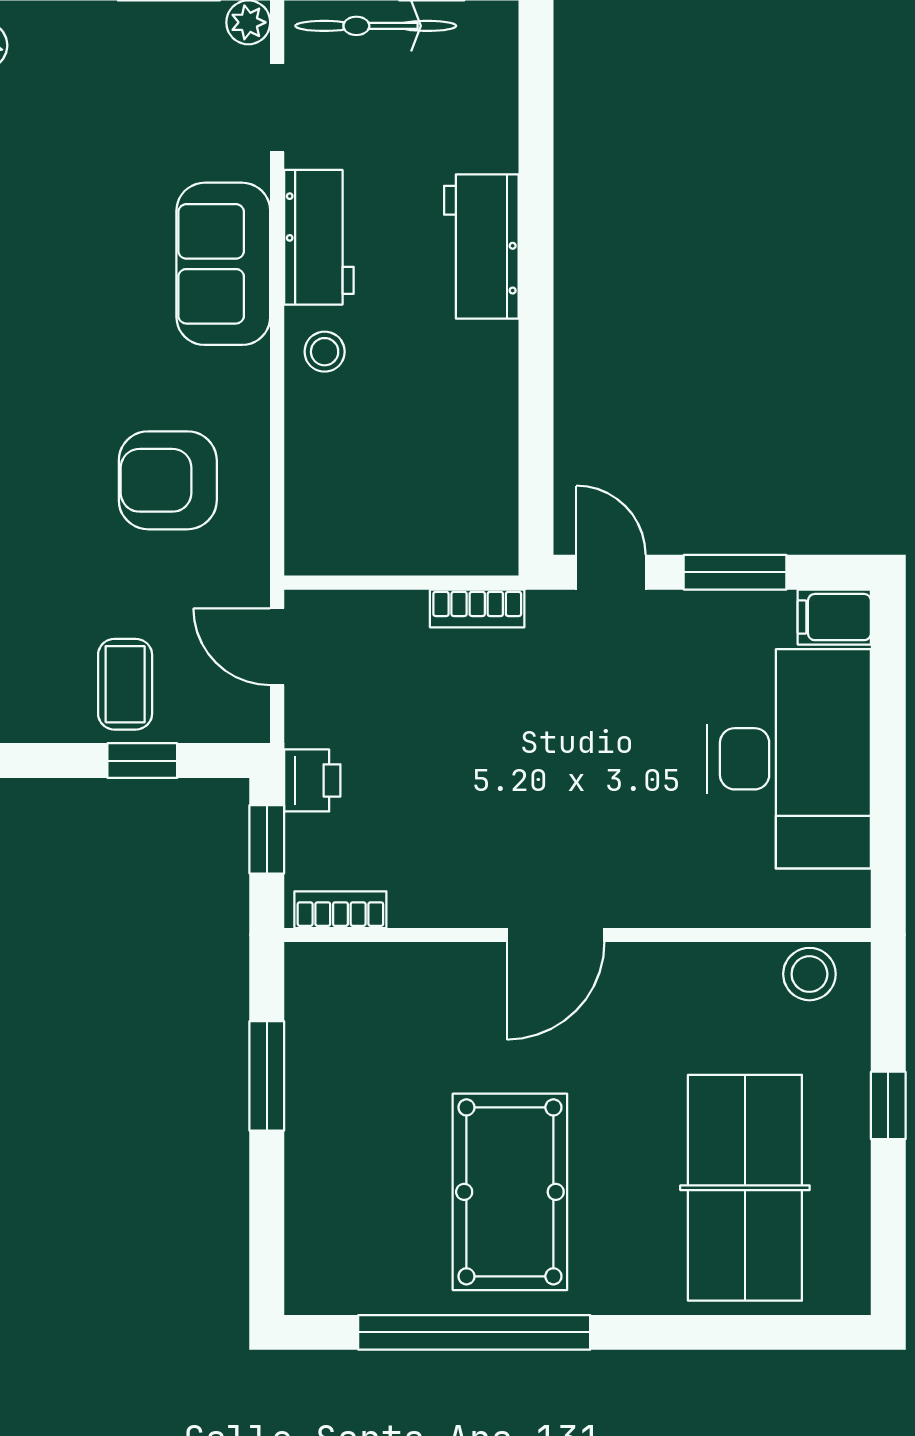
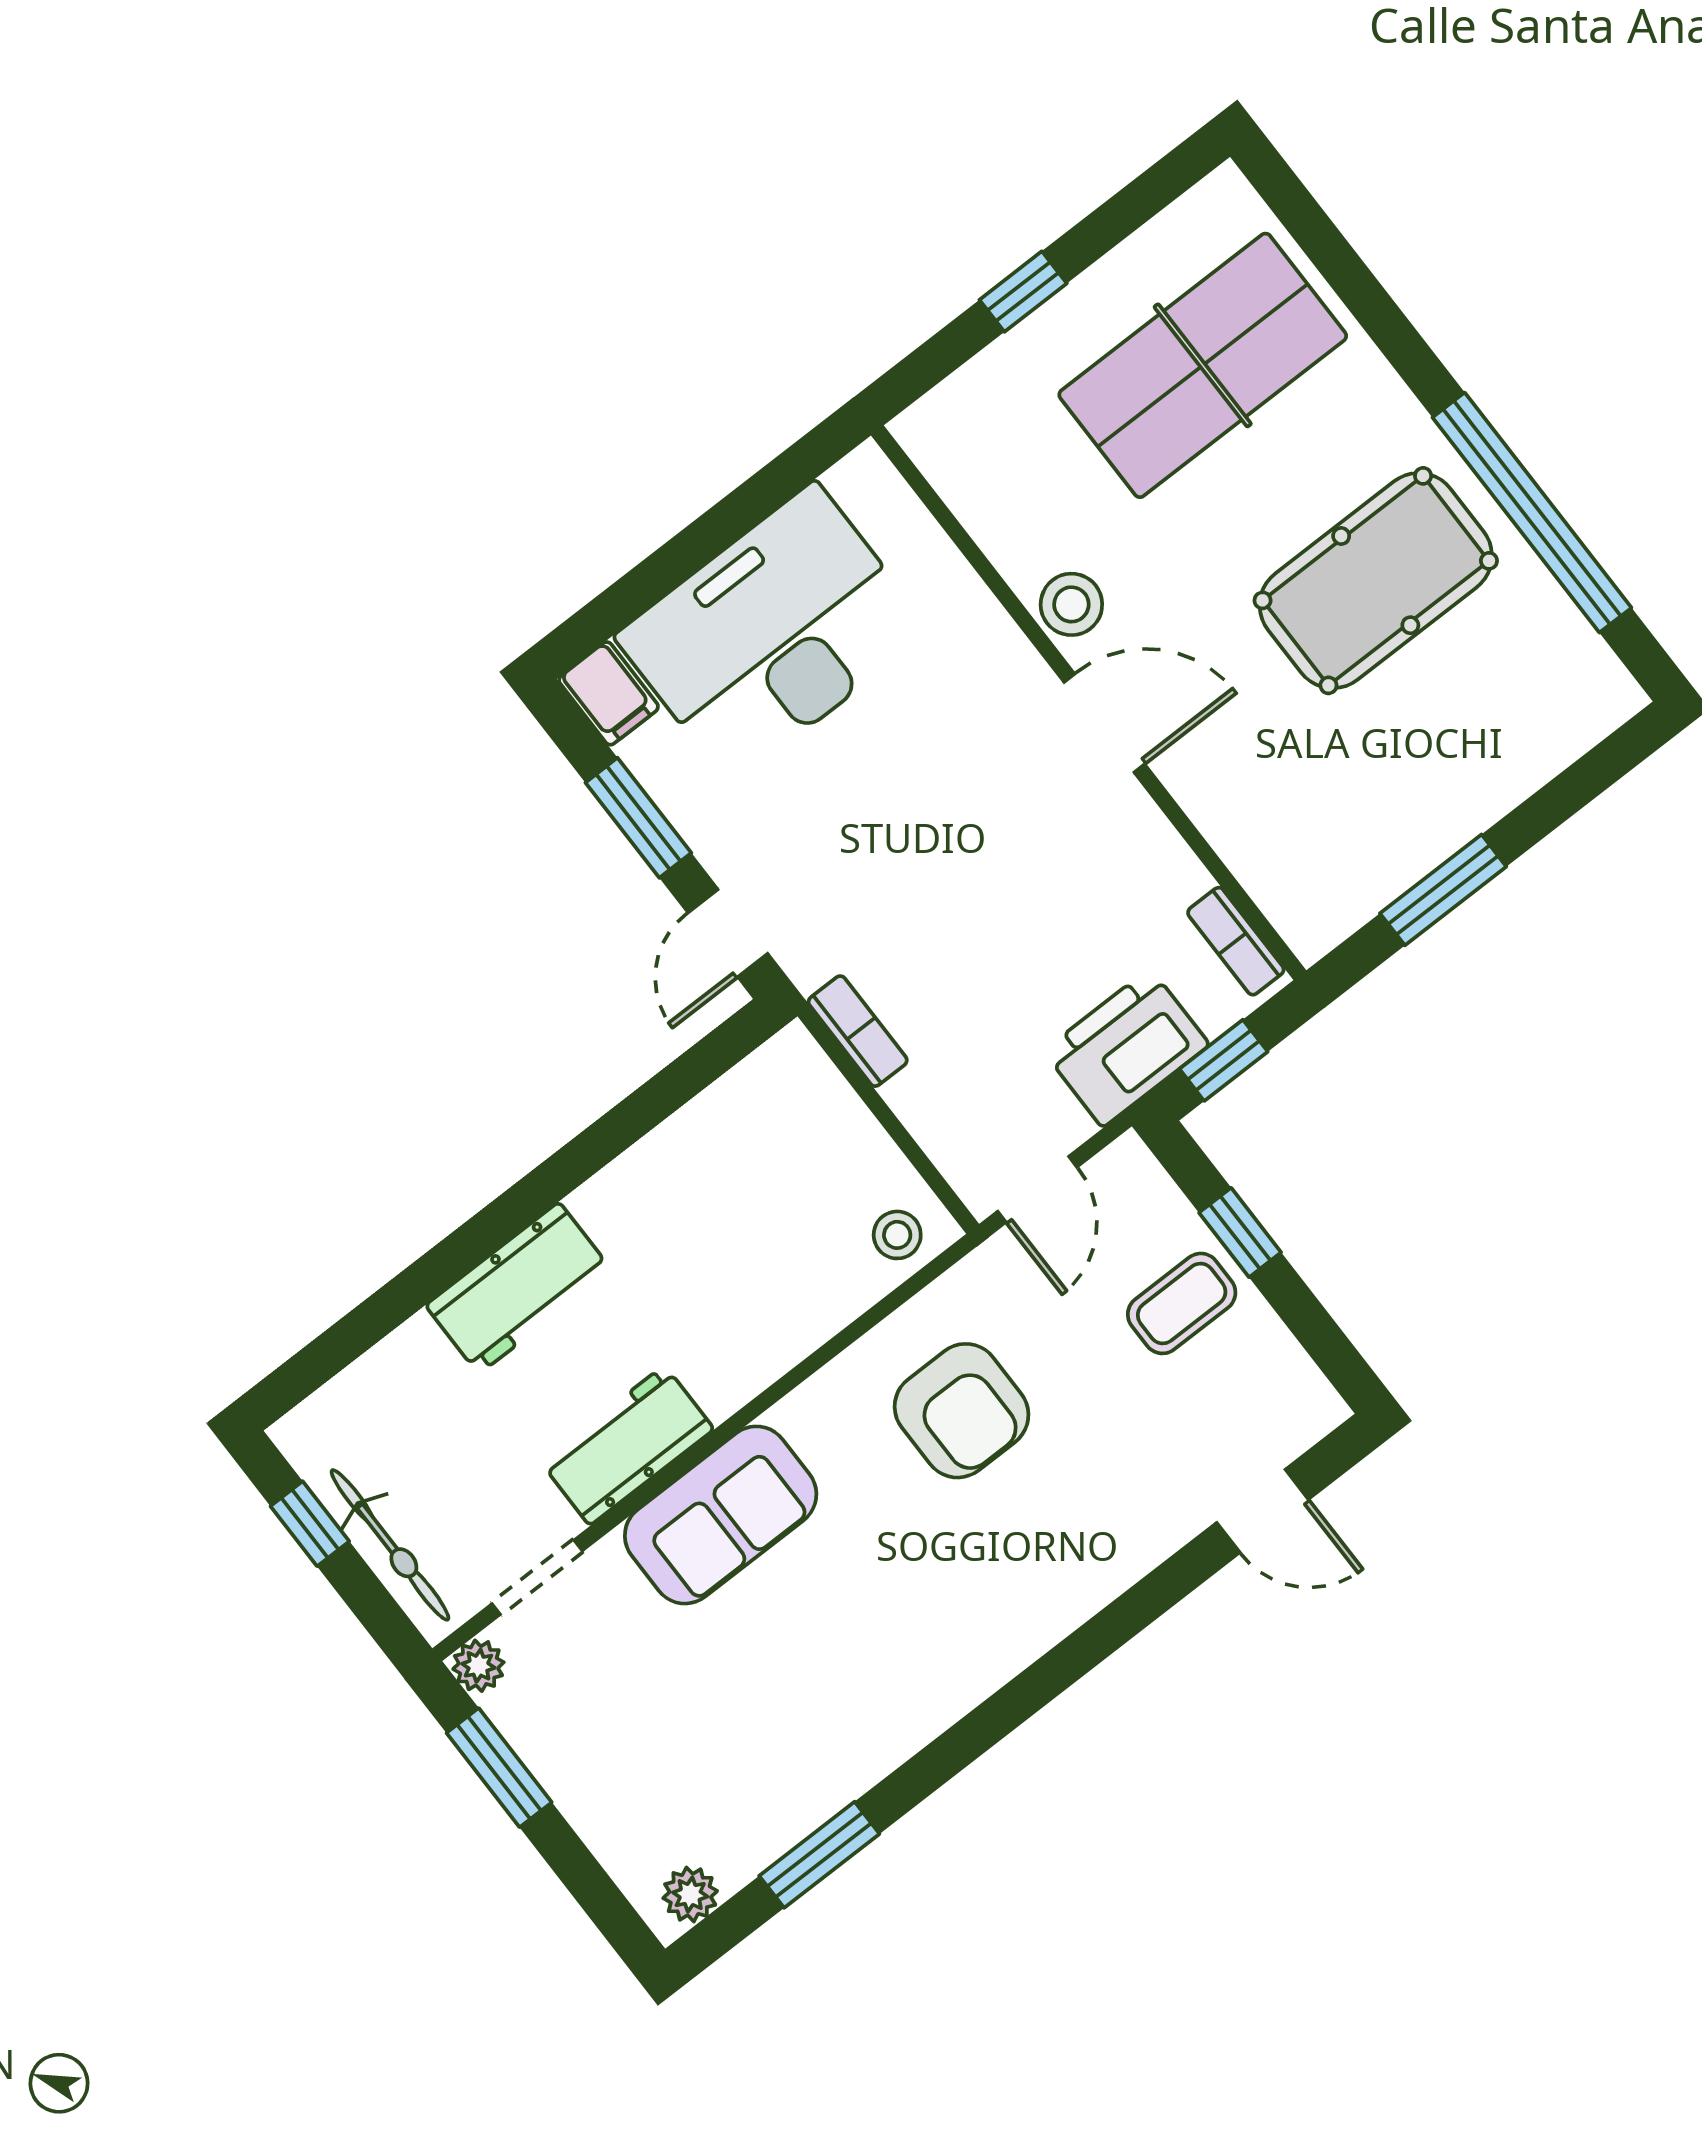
stool: (325, 352) -> (897, 1235), moved
printer: (312, 780) -> (1126, 1048), width x1.87, depth x1.48
stool: (809, 974) -> (1071, 604), moved

